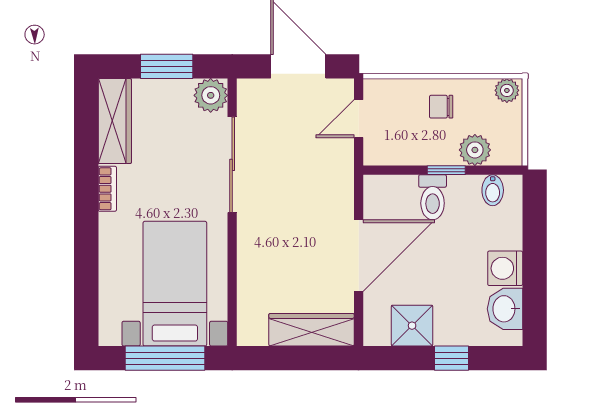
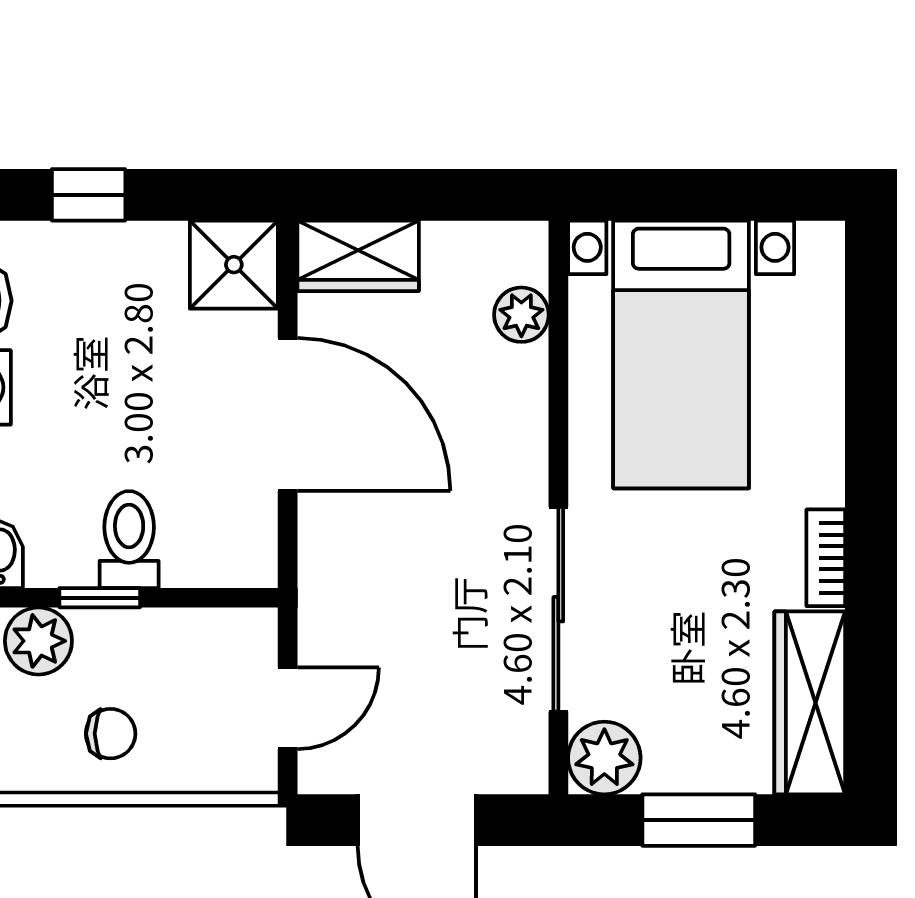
door: (359, 256) -> (288, 414), swing flipped
plant: (249, 302) -> (521, 315), added
shower: (412, 326) -> (234, 265), moved
wardrobe: (311, 330) -> (358, 256), width x0.67
window: (165, 358) -> (702, 195), removed

